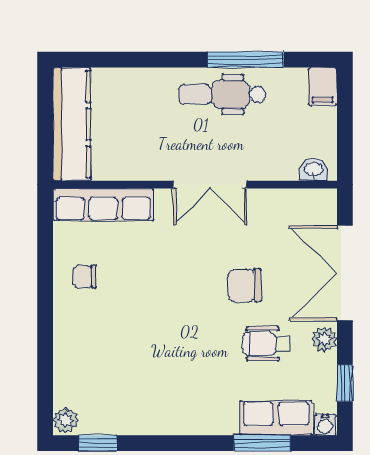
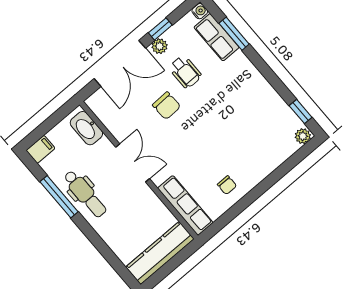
washbasin: (313, 170) -> (86, 128), width x1.91, depth x1.45
window: (345, 383) -> (160, 29), moved

